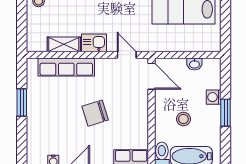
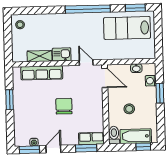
washing machine: (214, 97) -> (151, 81), moved
chair: (95, 113) -> (64, 106), turned 107
window: (226, 113) -> (160, 93), moved

